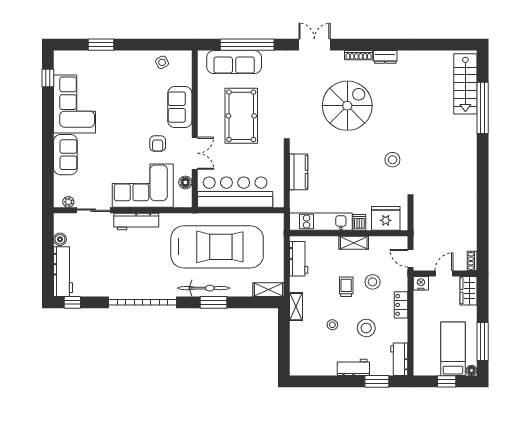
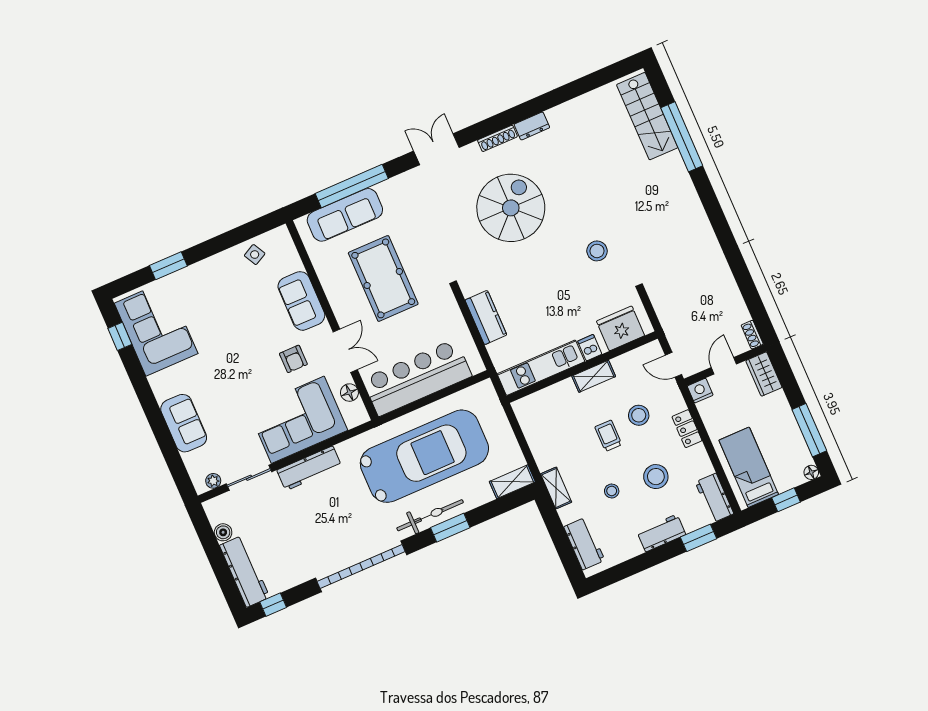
corner sofa: (74, 104) -> (156, 328), moved
workbench: (299, 259) -> (584, 544), moved
bed: (453, 349) -> (749, 467), moved

